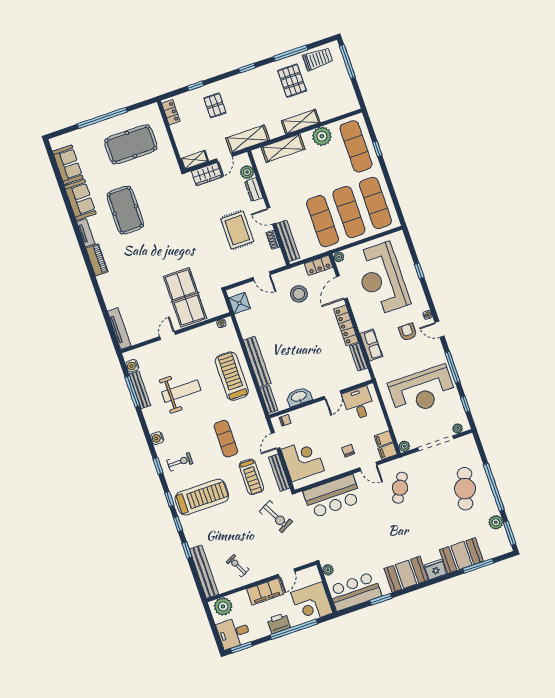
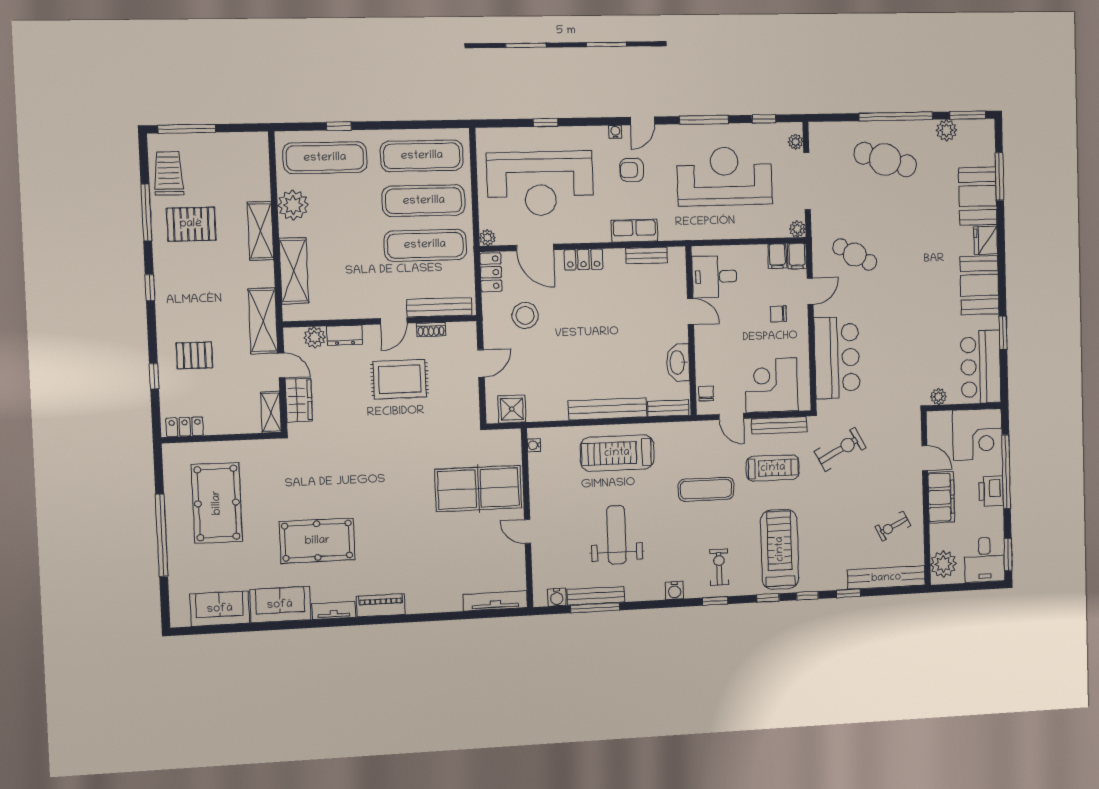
locker: (346, 325) -> (583, 259), width x0.66
reception desk: (422, 391) -> (725, 176), turned -90

